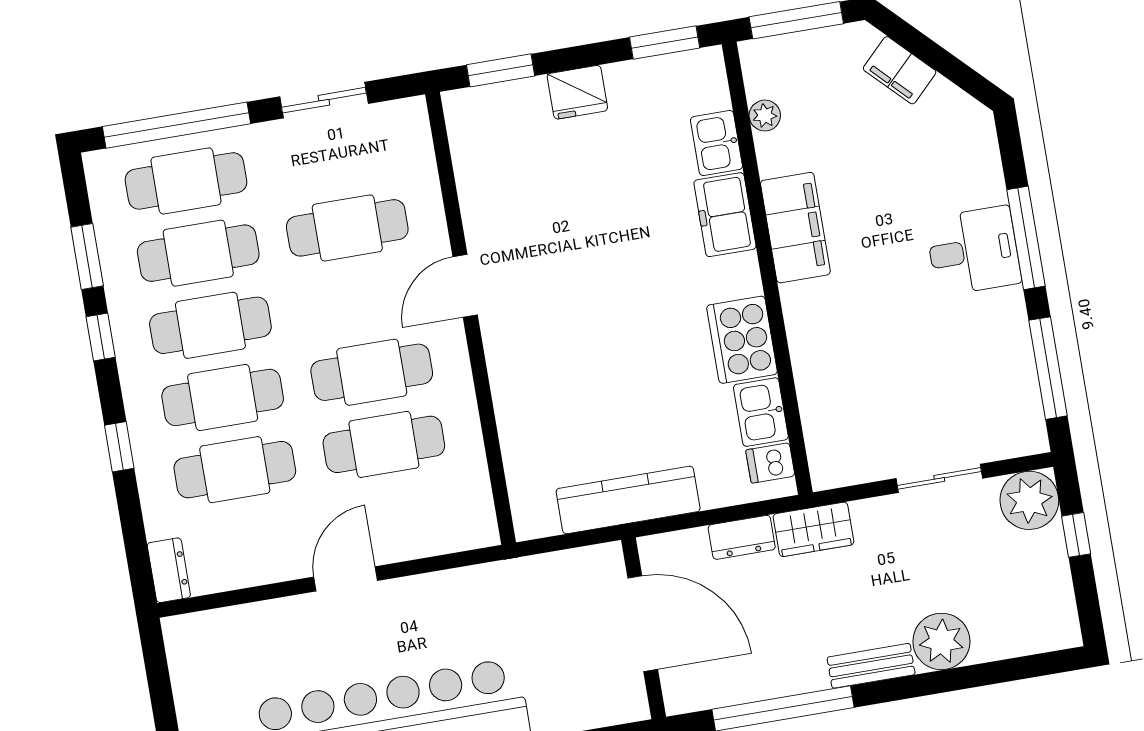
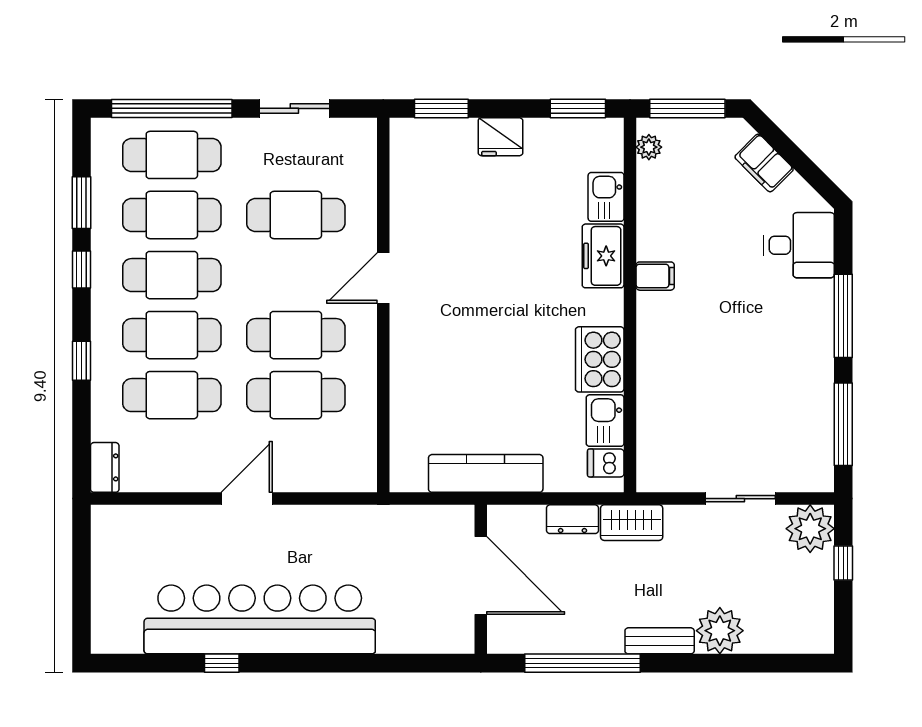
plant: (765, 116) -> (649, 147), moved
filing cabinet: (795, 228) -> (655, 276), width x0.33, depth x0.86
desk: (973, 251) -> (799, 245), moved

